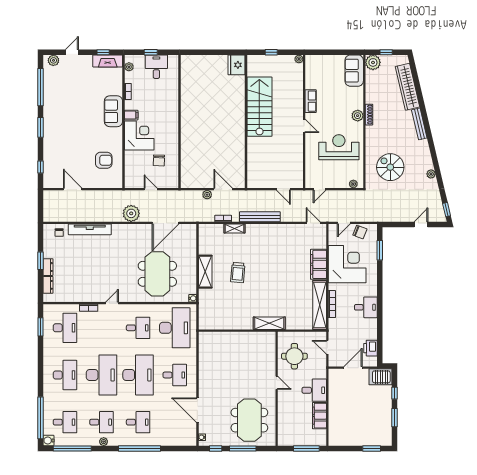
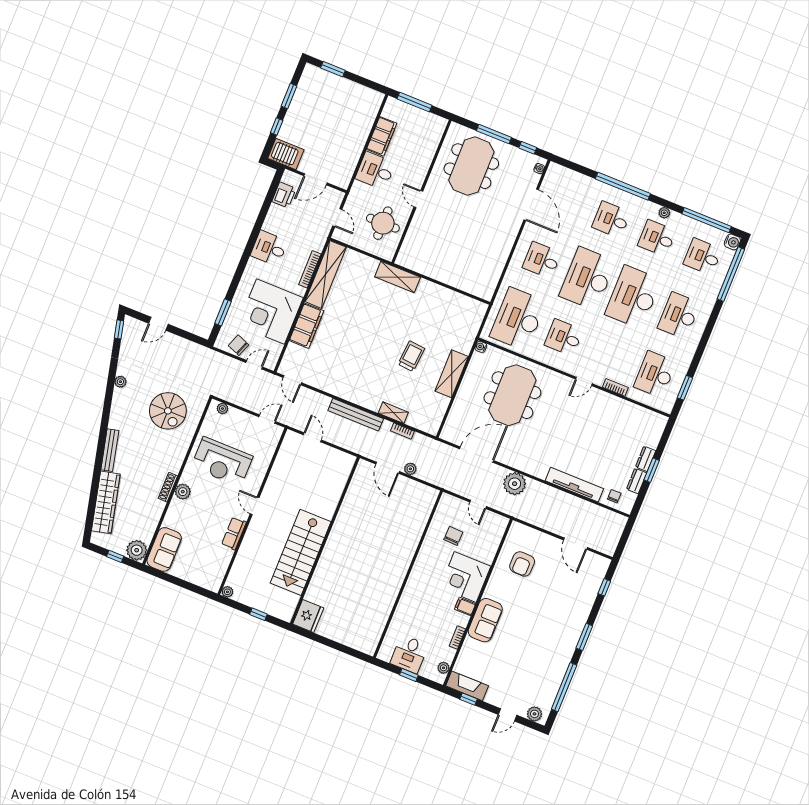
armchair: (104, 160) -> (522, 564), turned -89
dresser: (48, 285) -> (637, 481), moved

